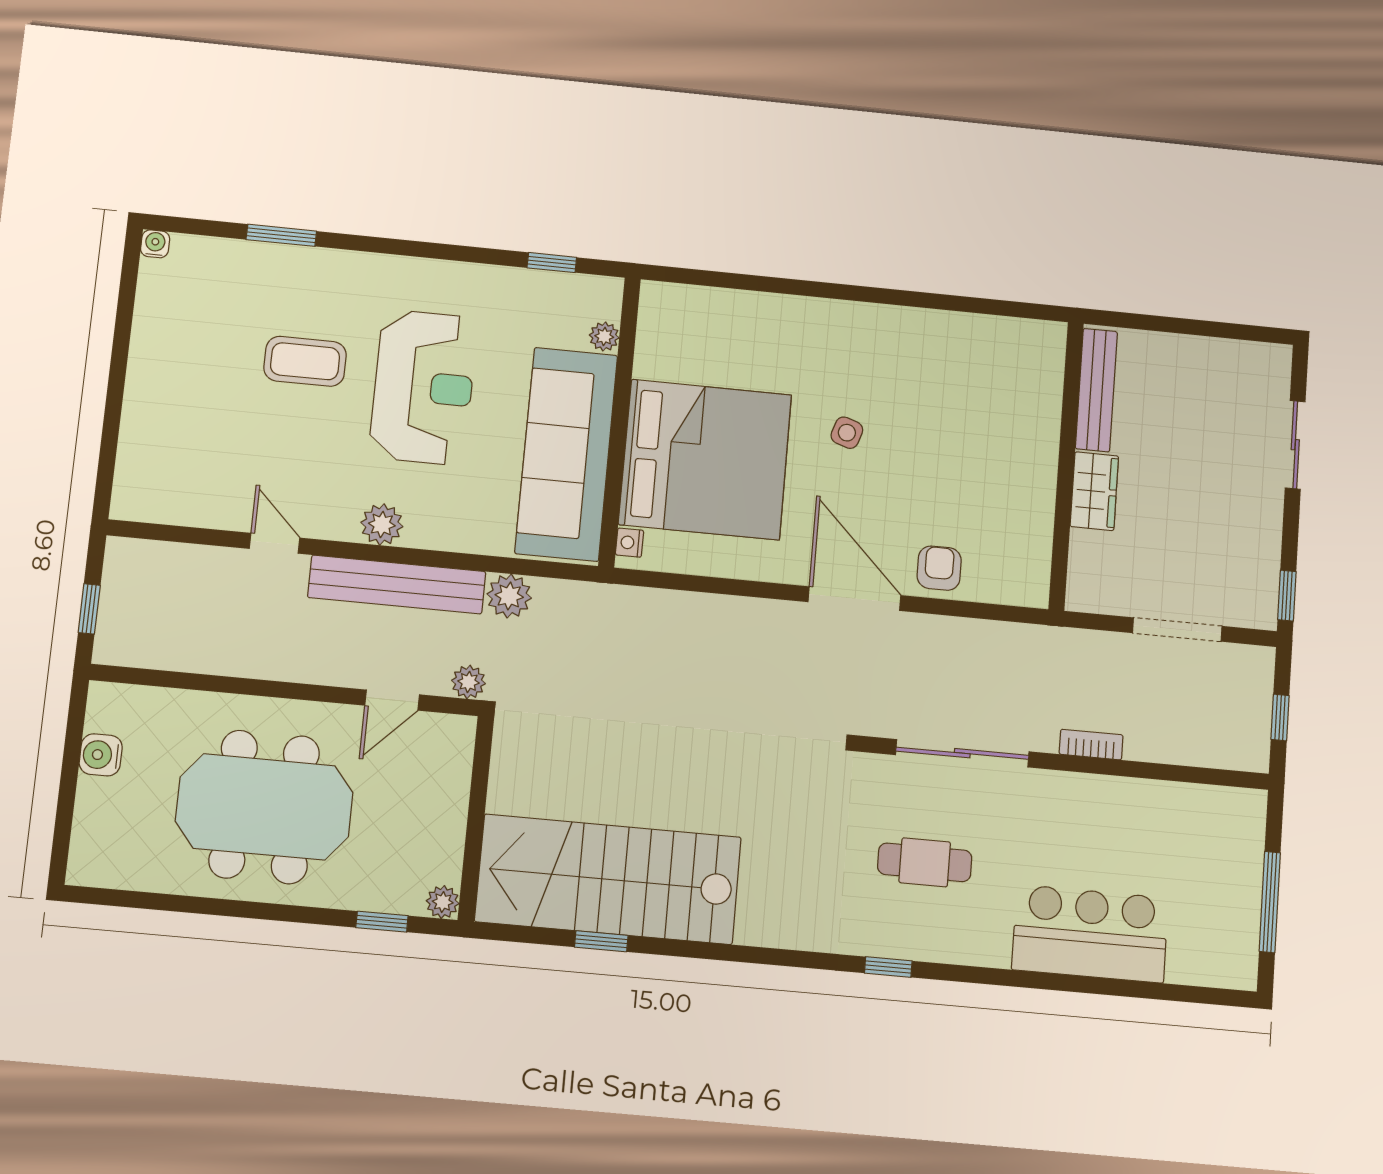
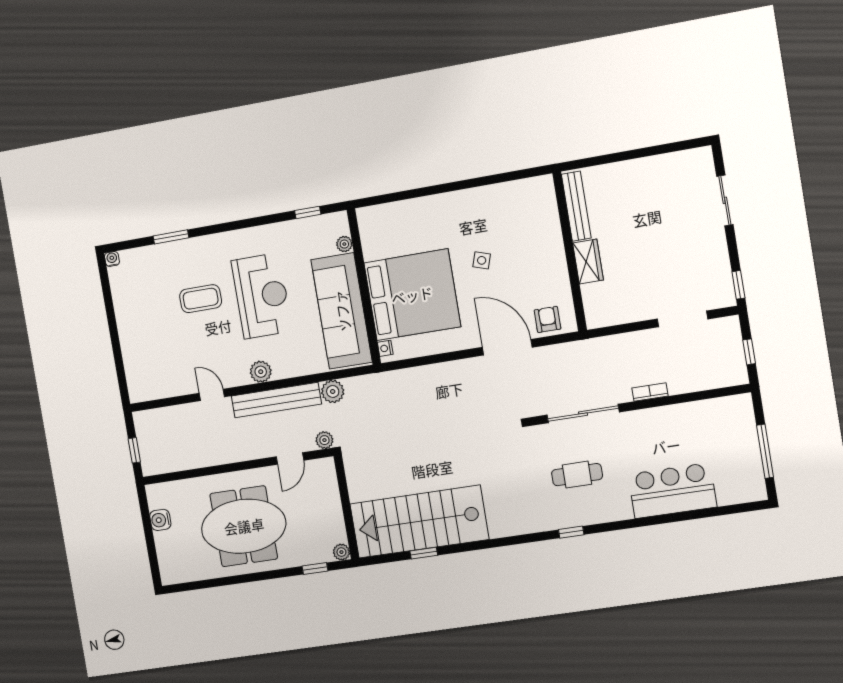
bench: (1096, 390) -> (576, 206), moved
wall: (1066, 465) -> (570, 252), moved
wardrobe: (1094, 491) -> (588, 262), moved

